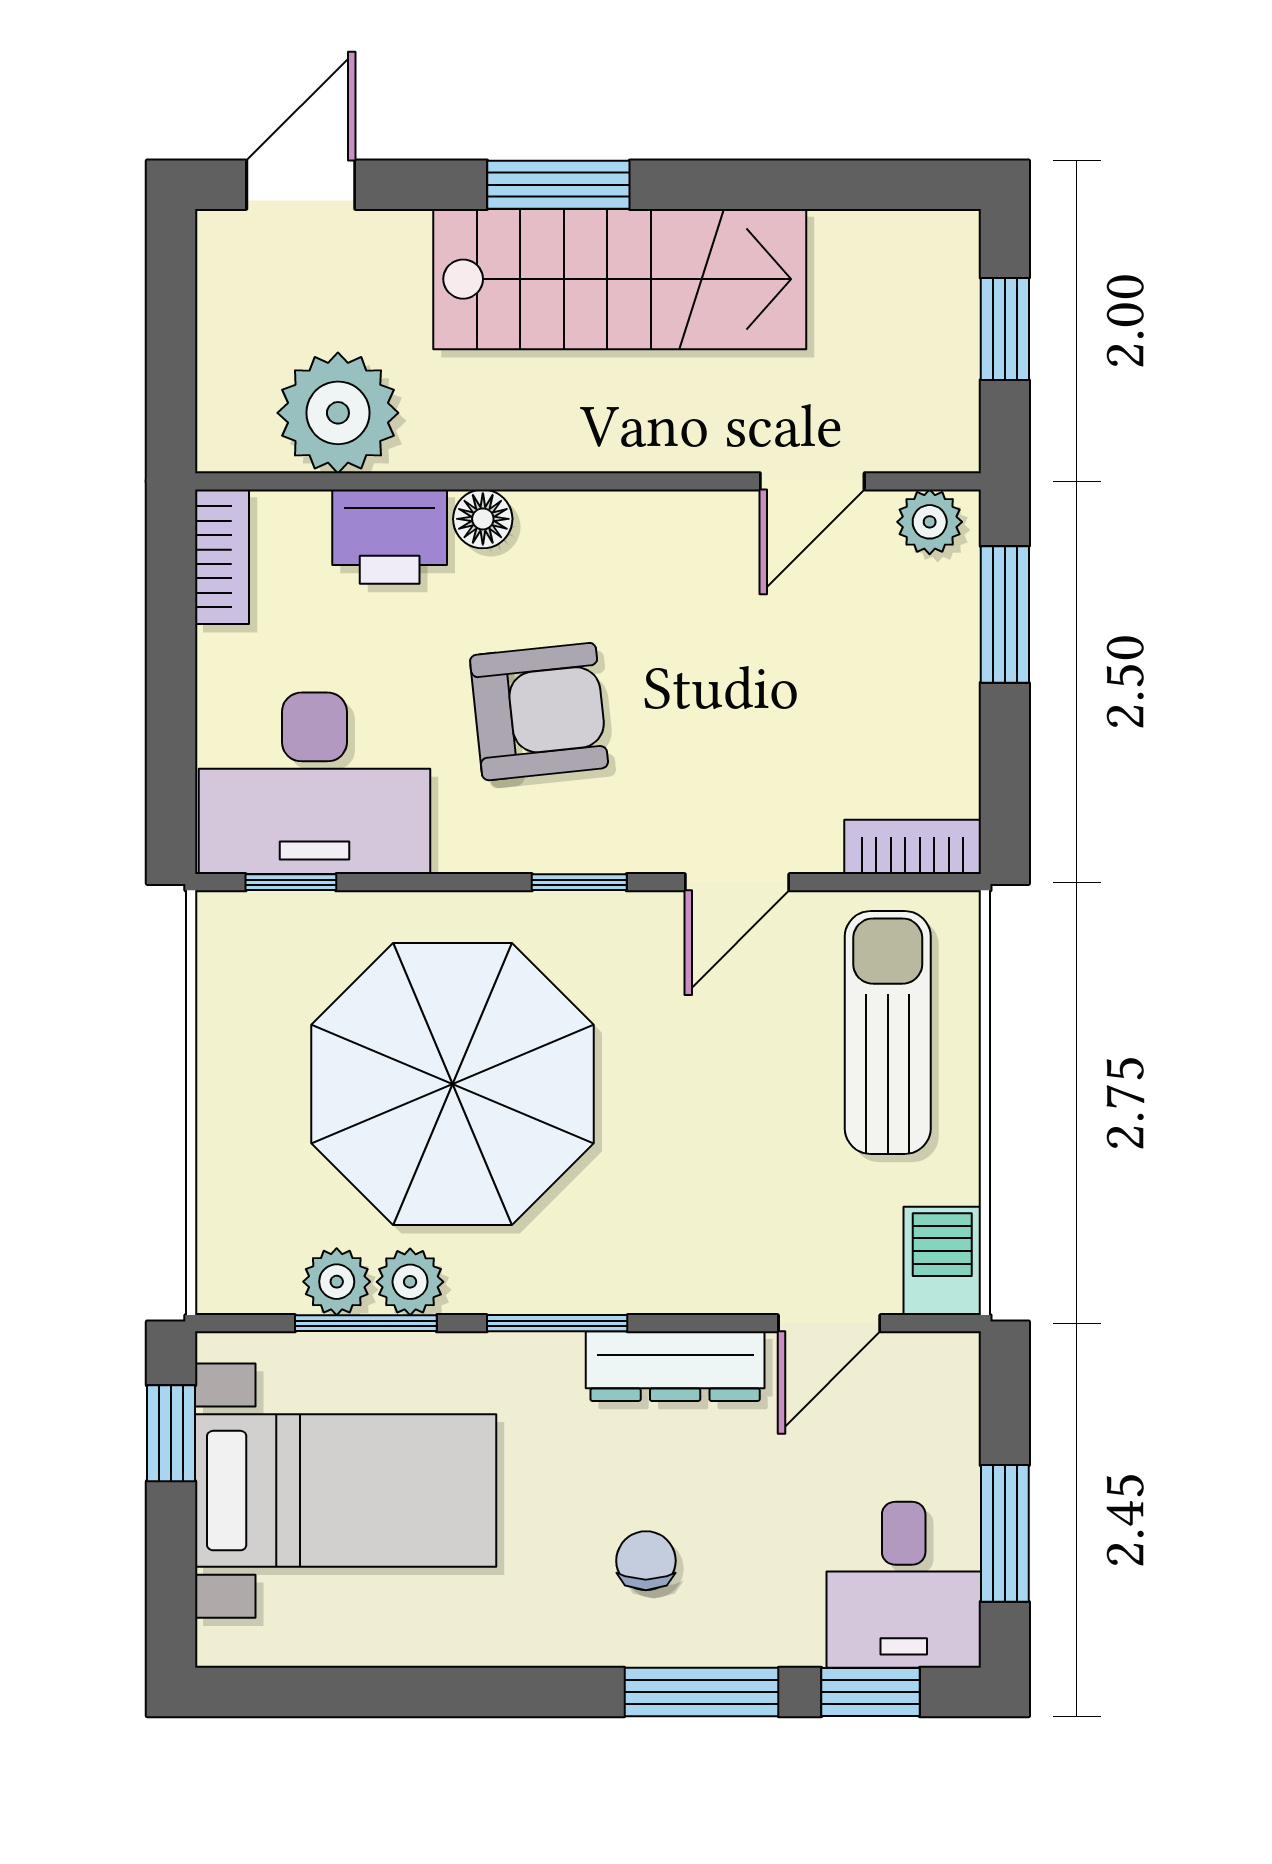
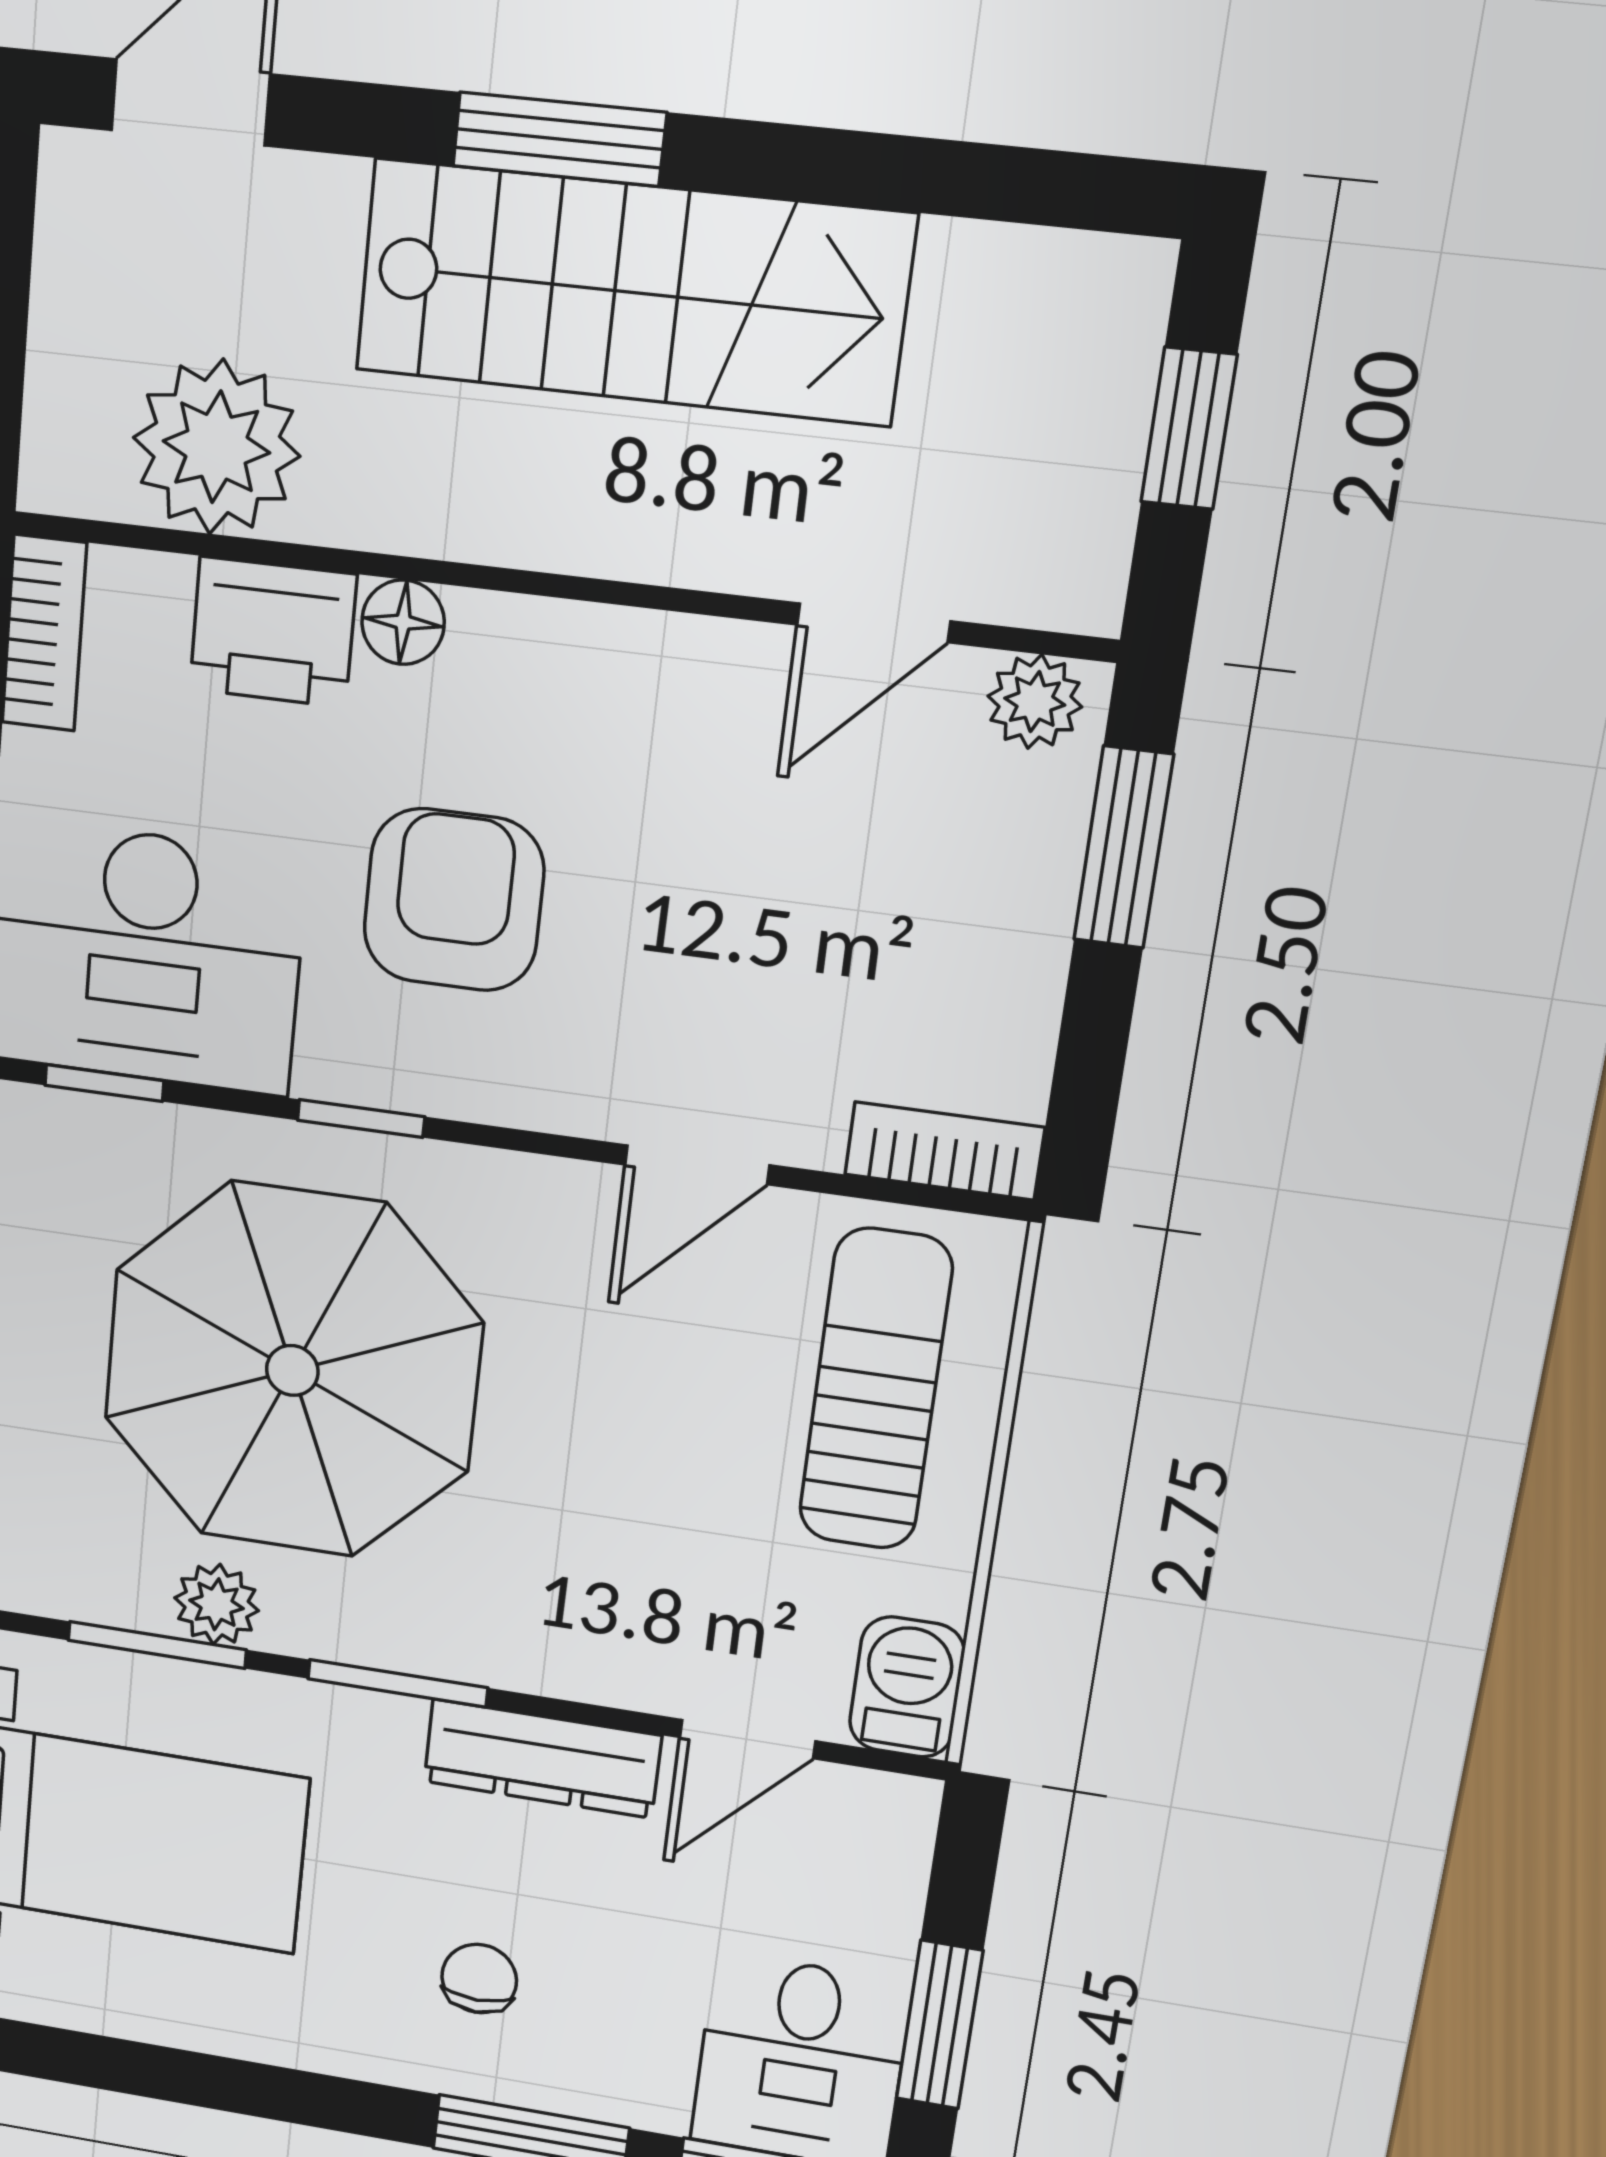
armchair: (539, 712) -> (454, 900), turned -84
window: (579, 882) -> (361, 1118), moved
plant: (337, 1282) -> (125, 1590), removed

